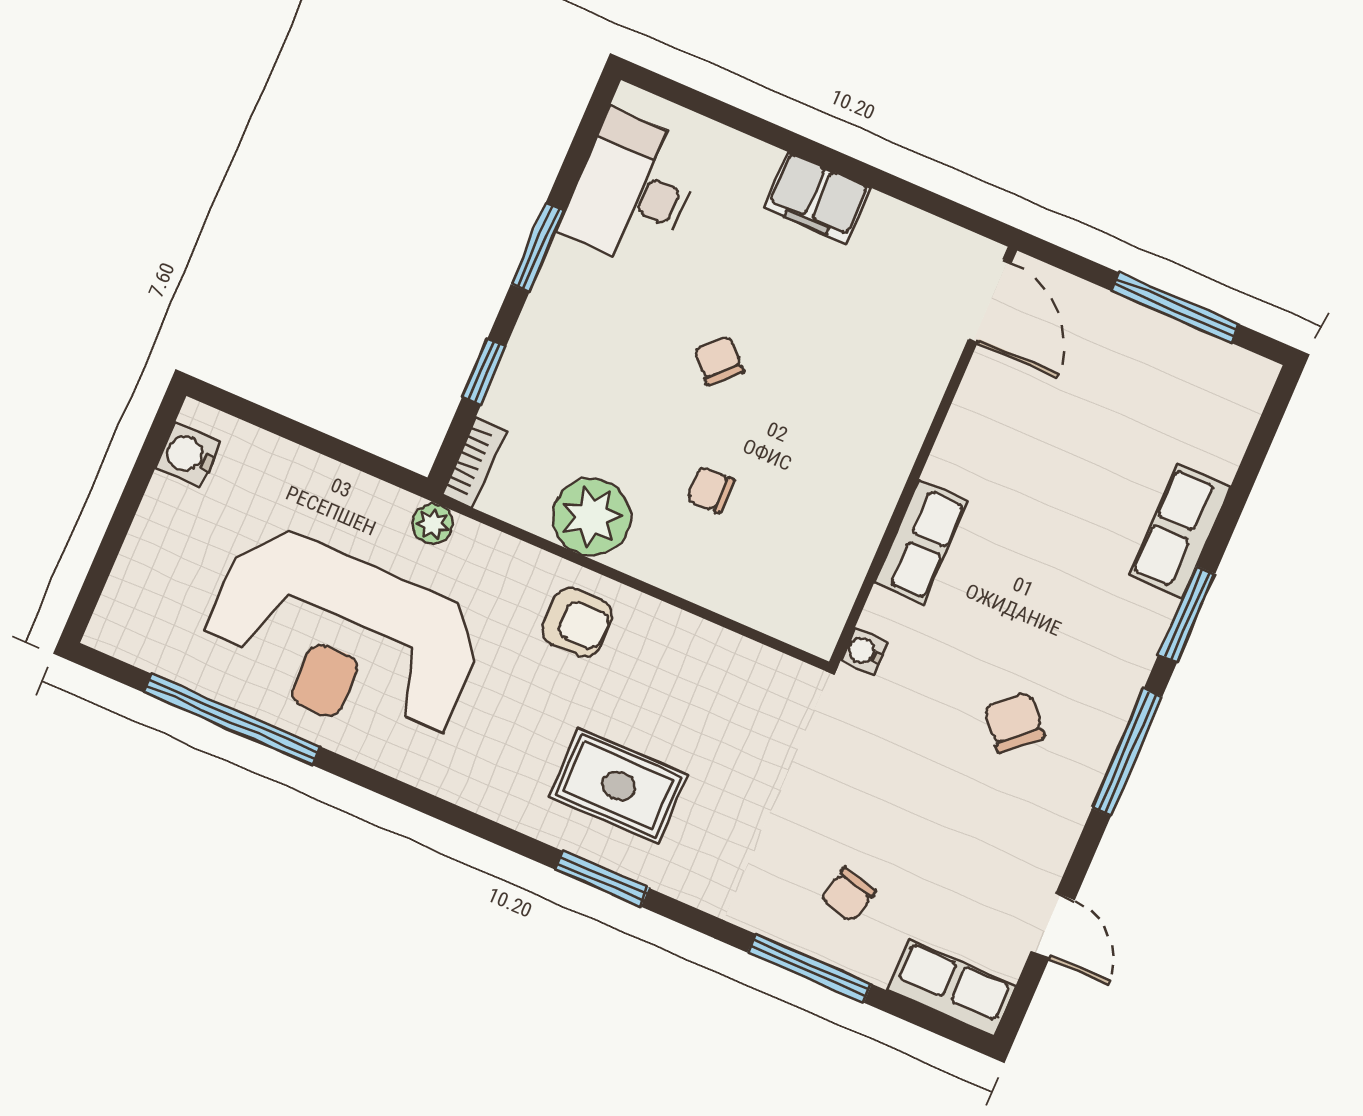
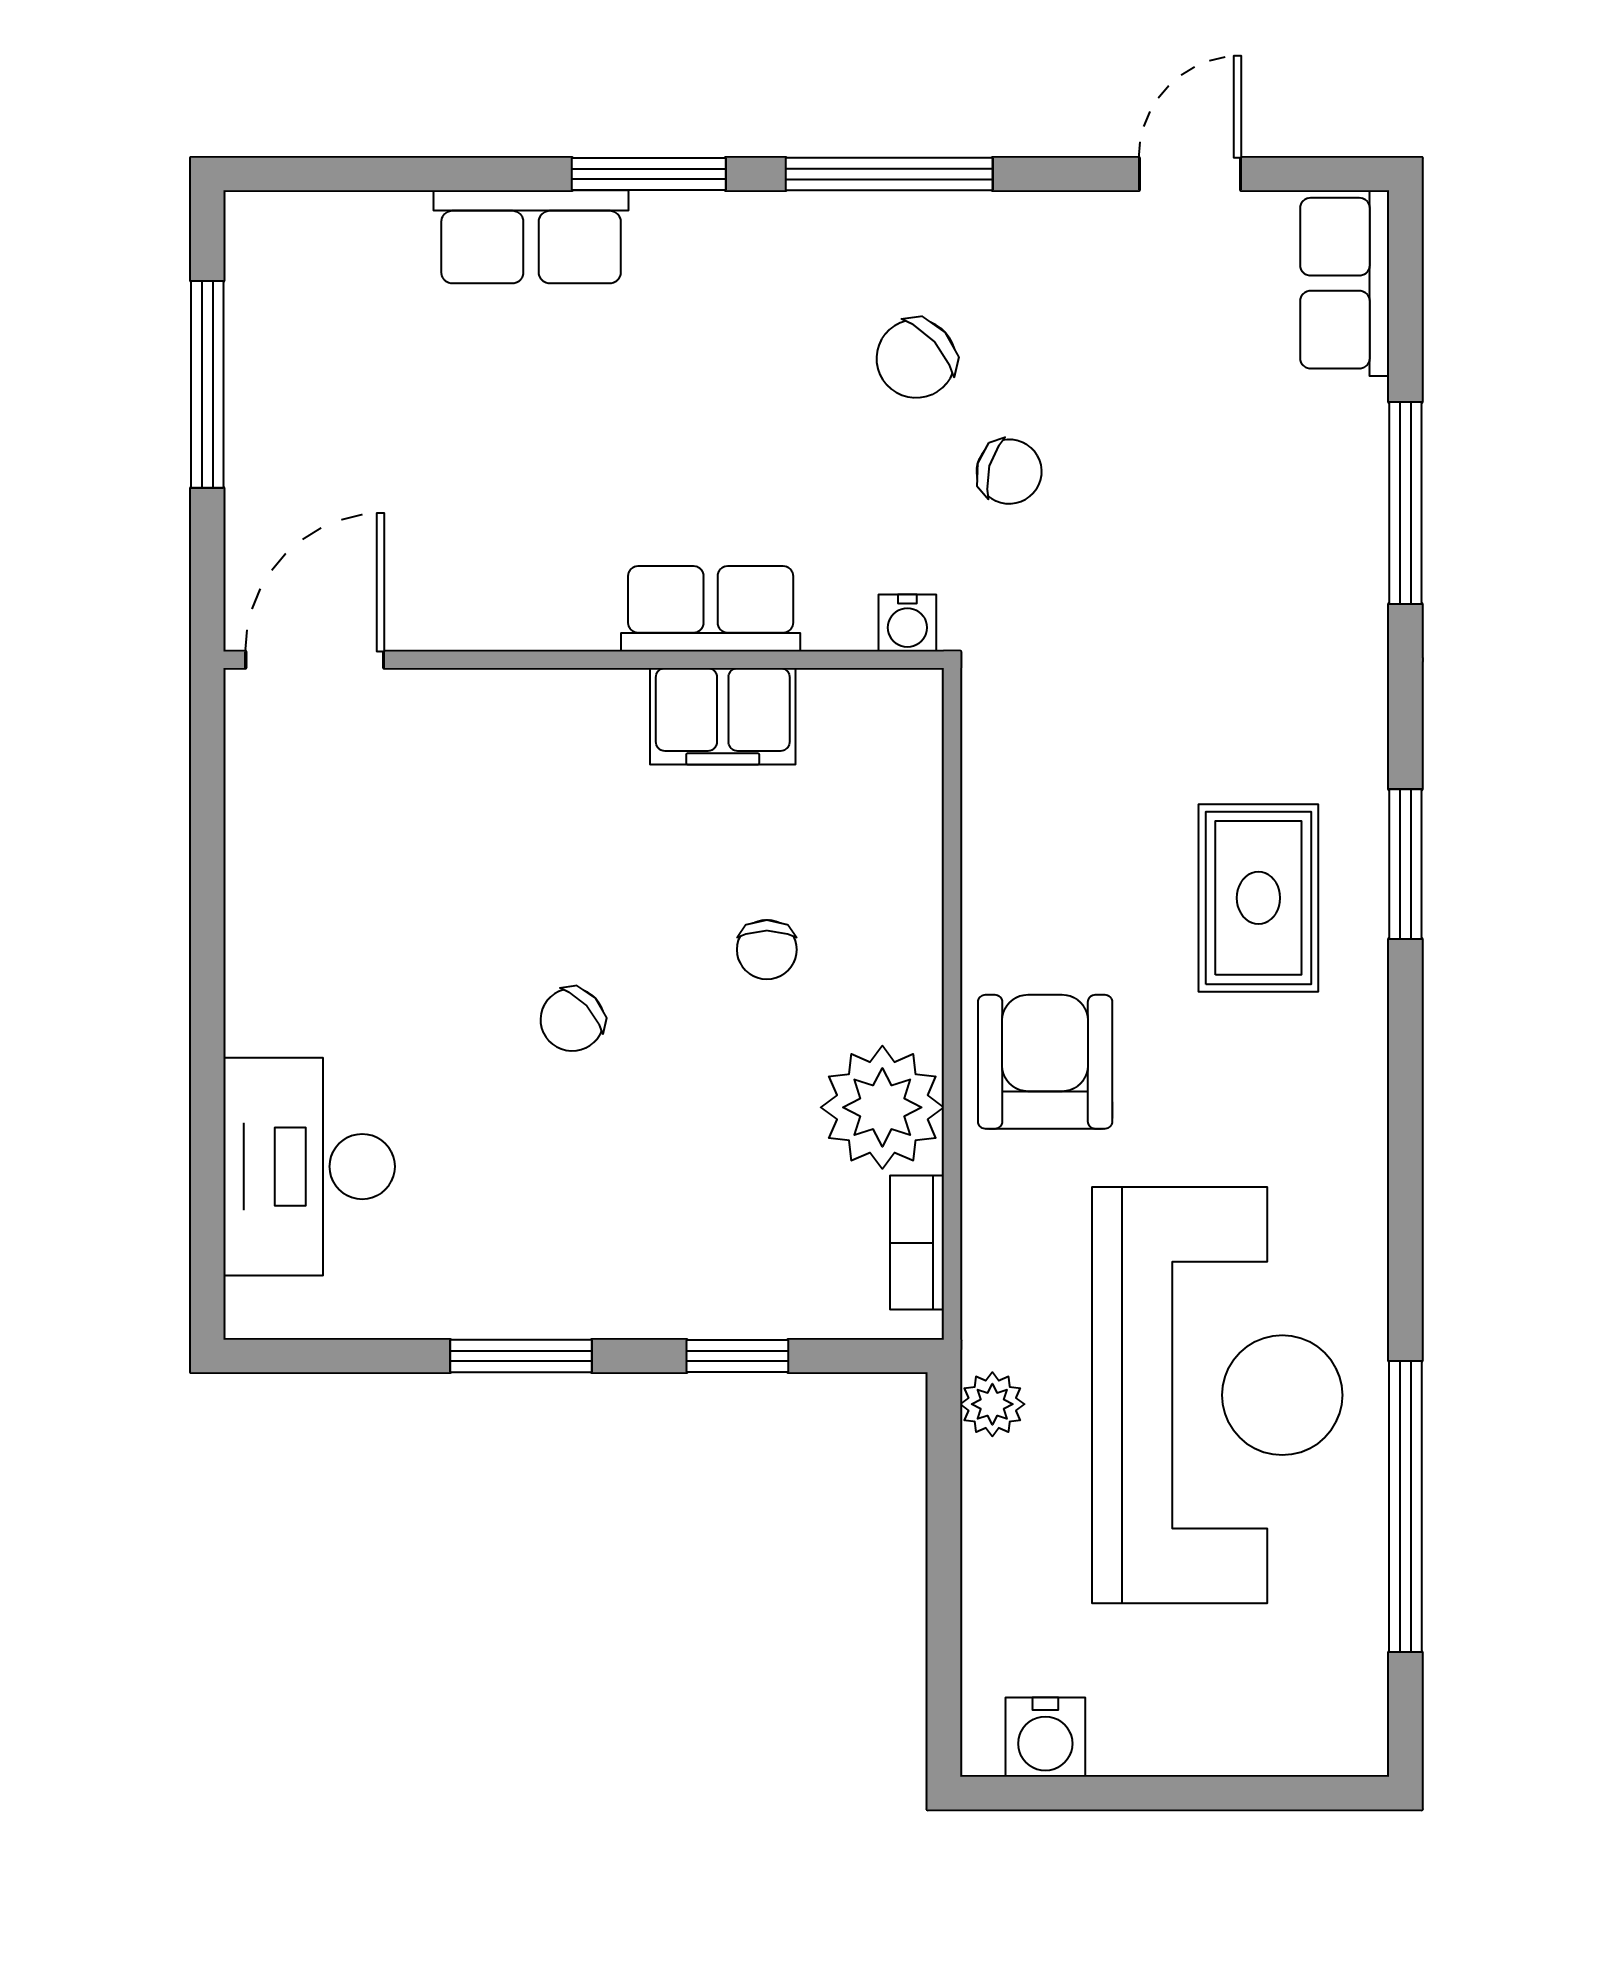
desk: (632, 190) -> (309, 1167), moved, turned 90
filing cabinet: (817, 197) -> (723, 716), moved, turned 90
bookcase: (474, 463) -> (917, 1243), moved, turned -90
plant: (433, 524) -> (992, 1404), moved
armchair: (577, 622) -> (1045, 1062), width x1.38, depth x1.38
chair: (848, 895) -> (1009, 472), moved

